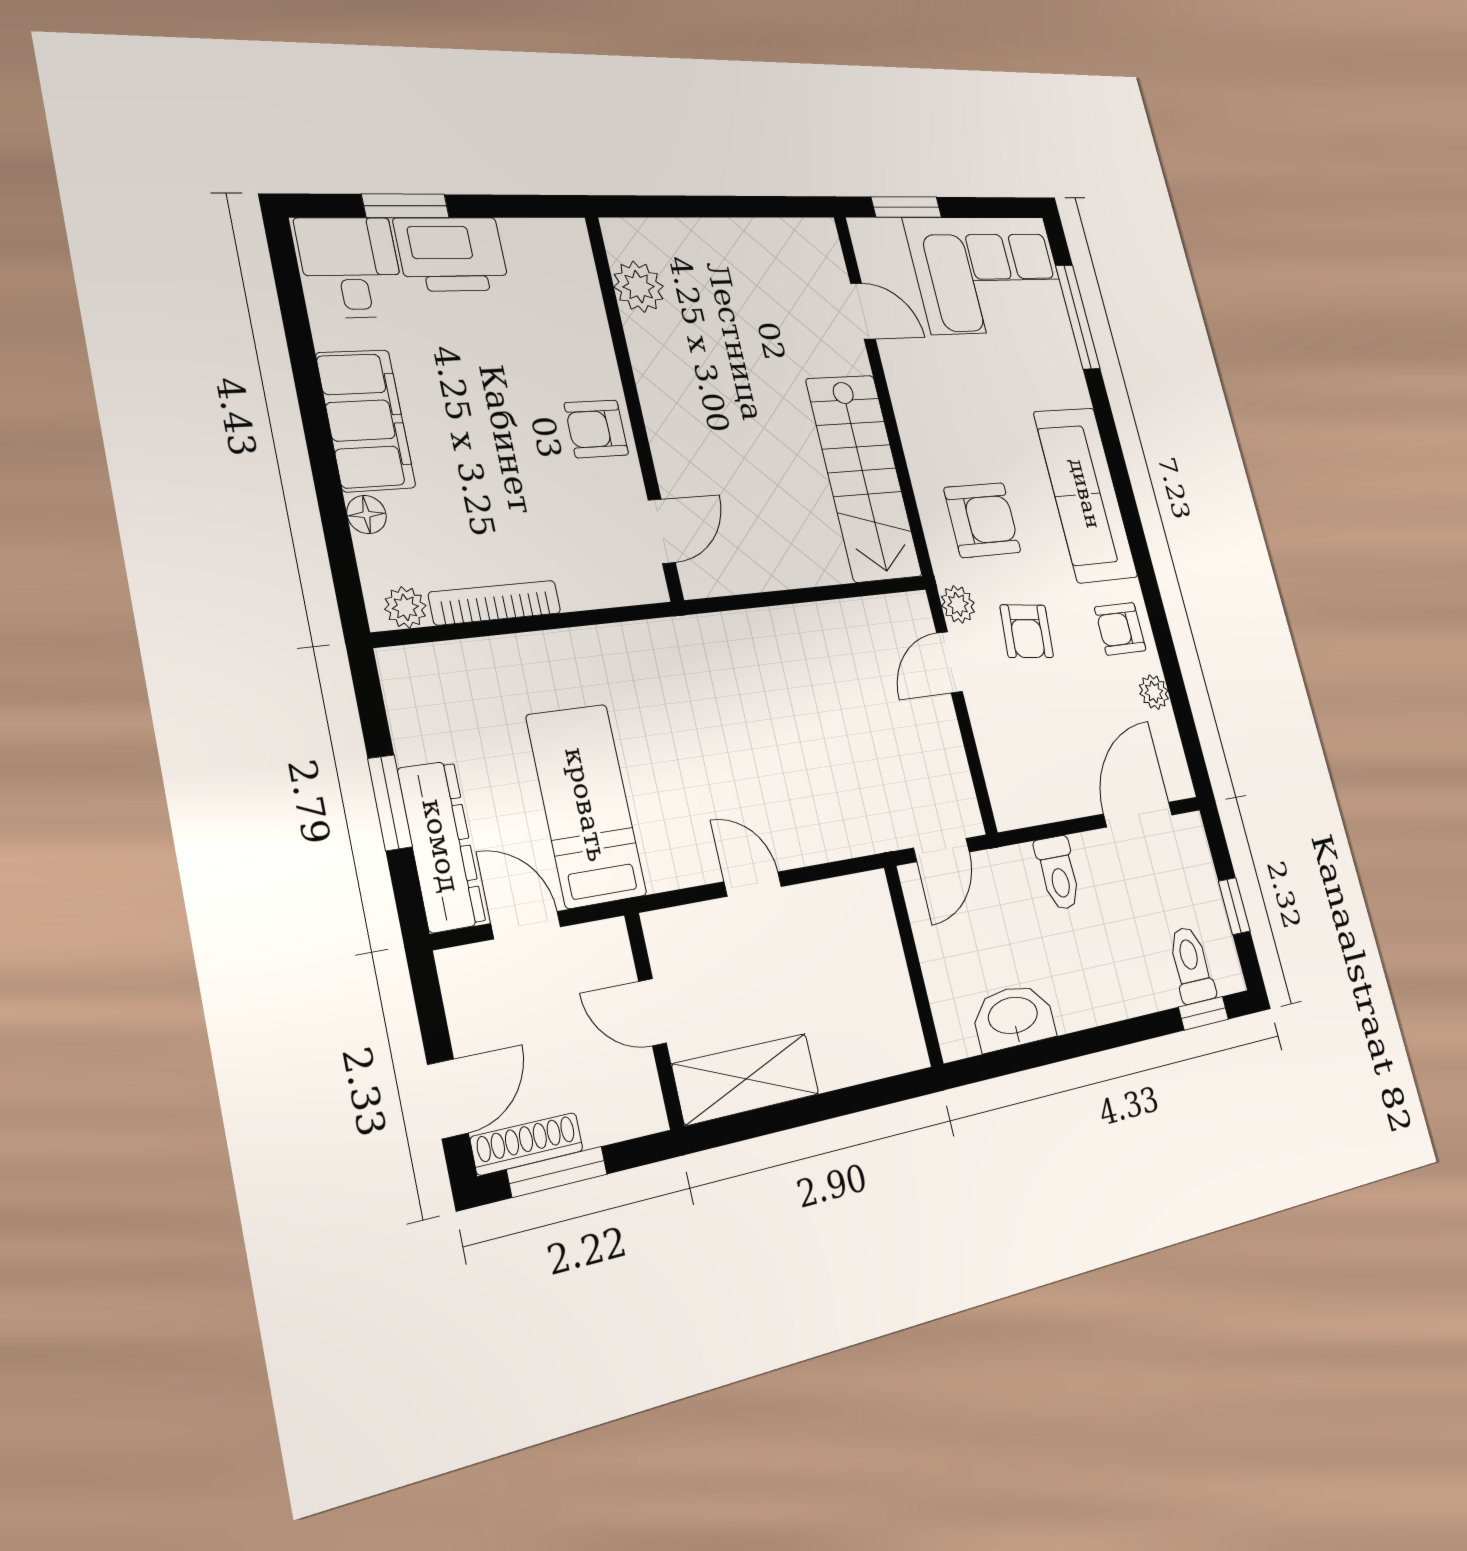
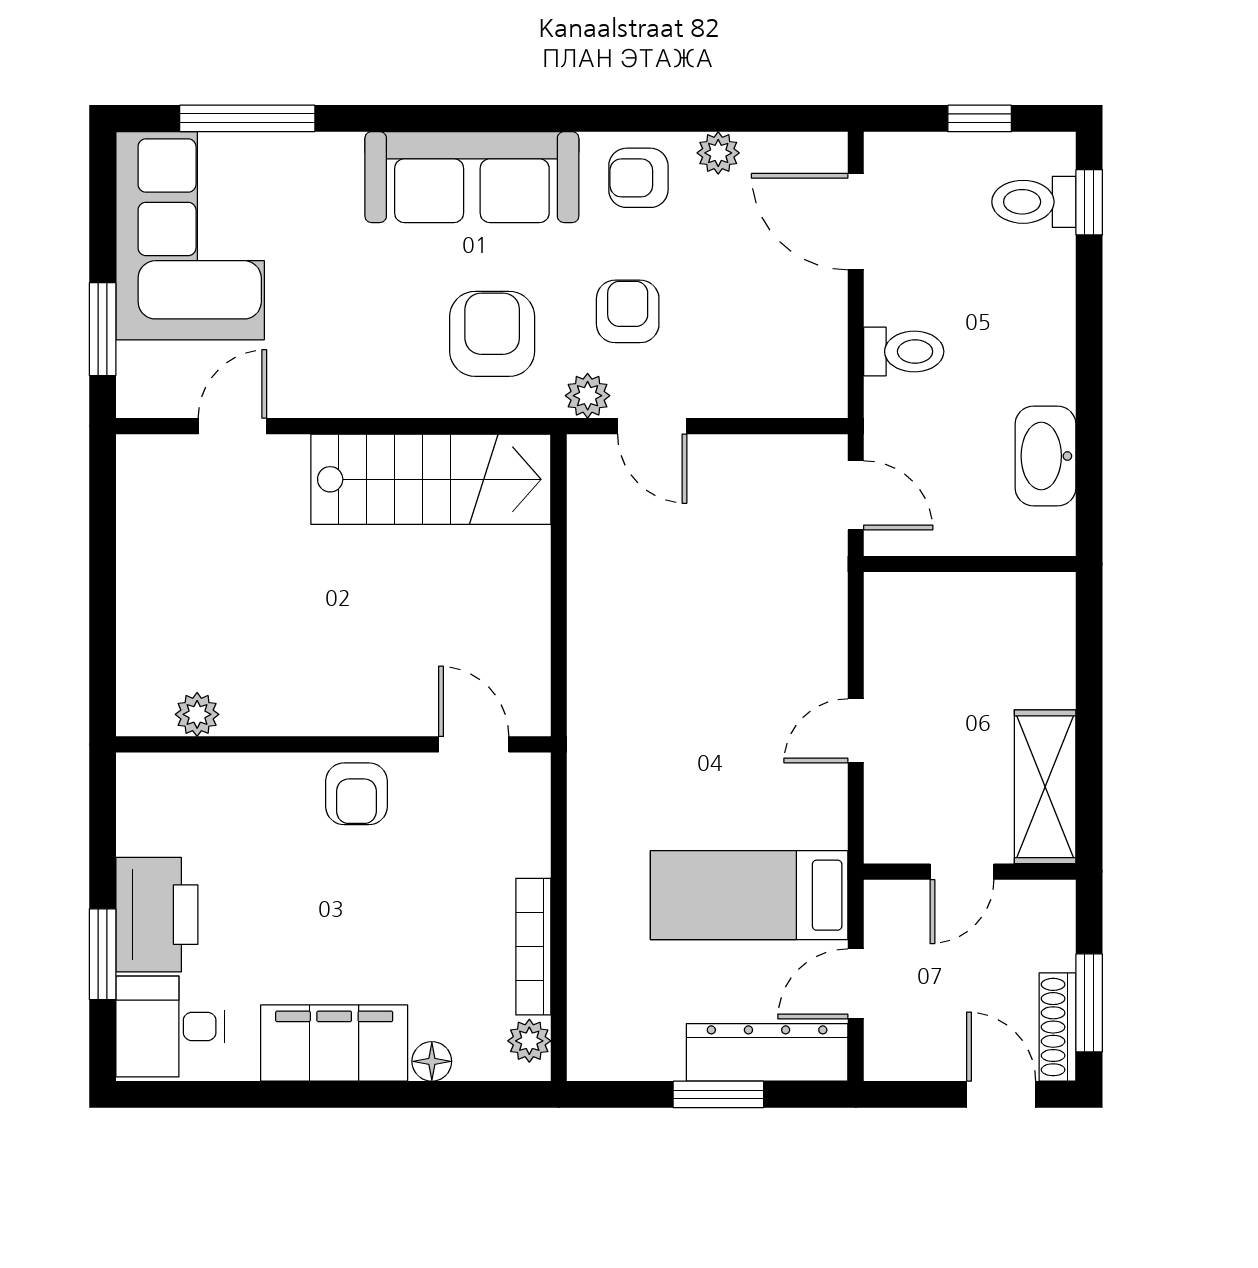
plant: (639, 287) -> (197, 714), width x0.73, depth x0.73
armchair: (1120, 629) -> (638, 178), turned 90
armchair: (1027, 631) -> (628, 311), turned -96

